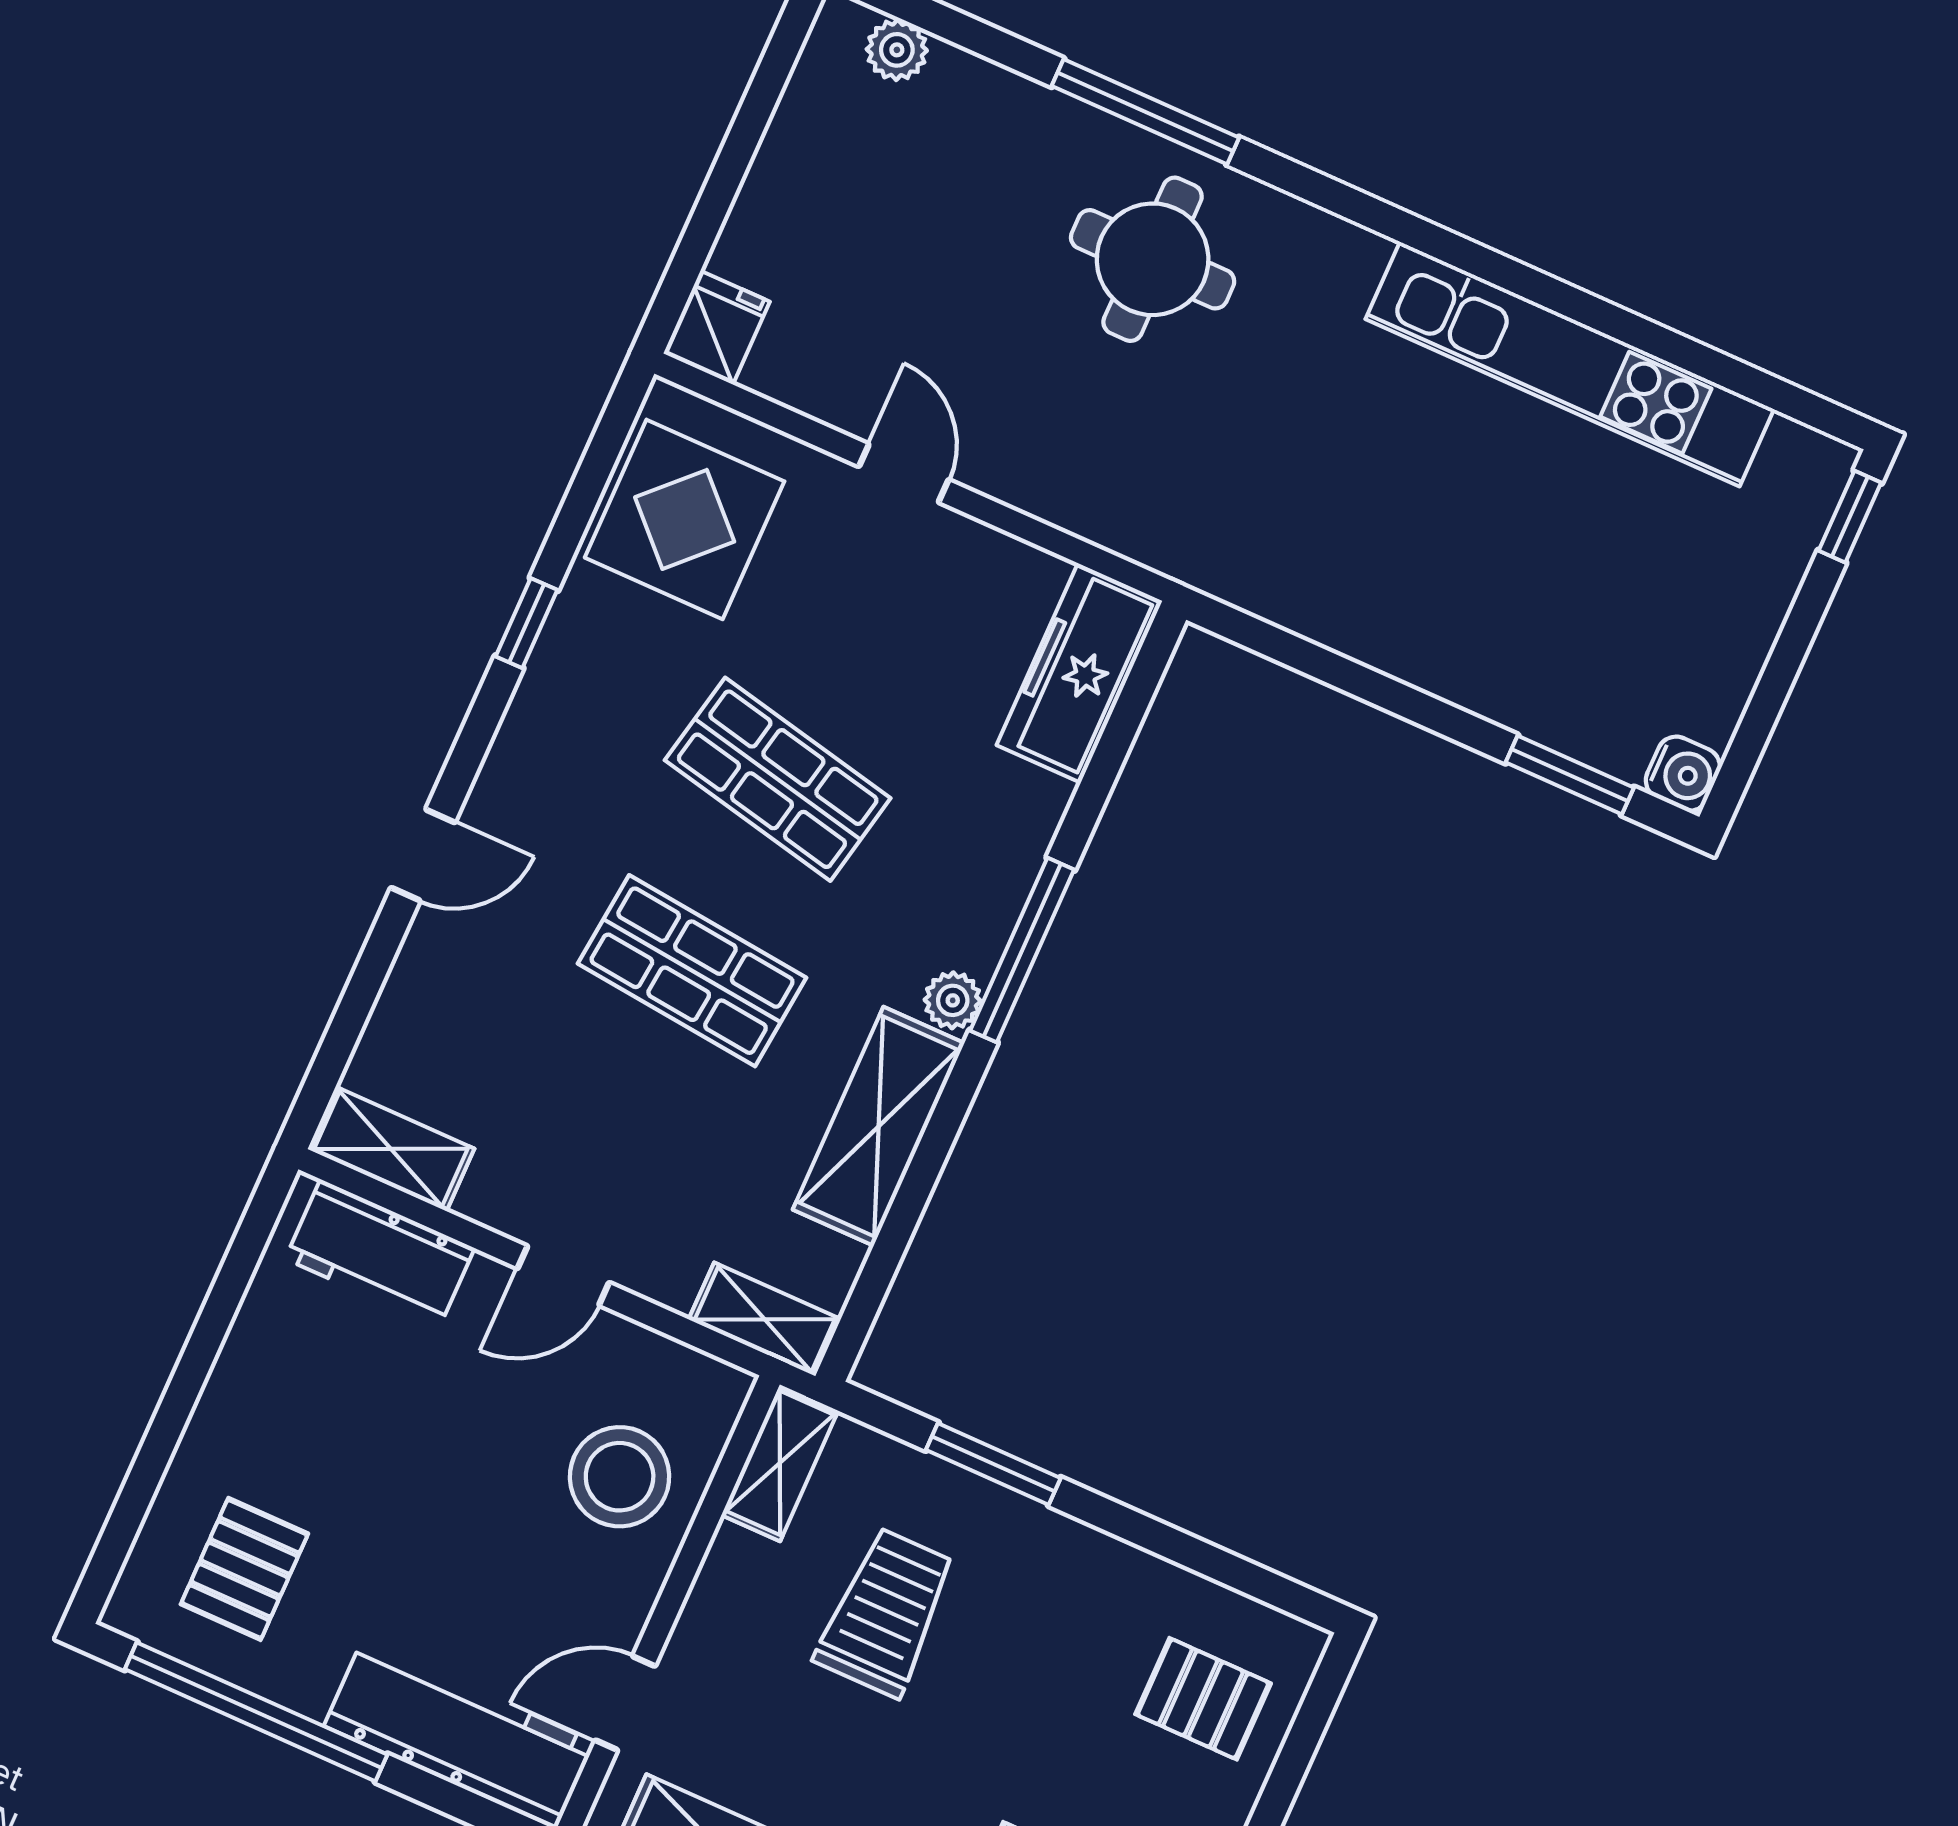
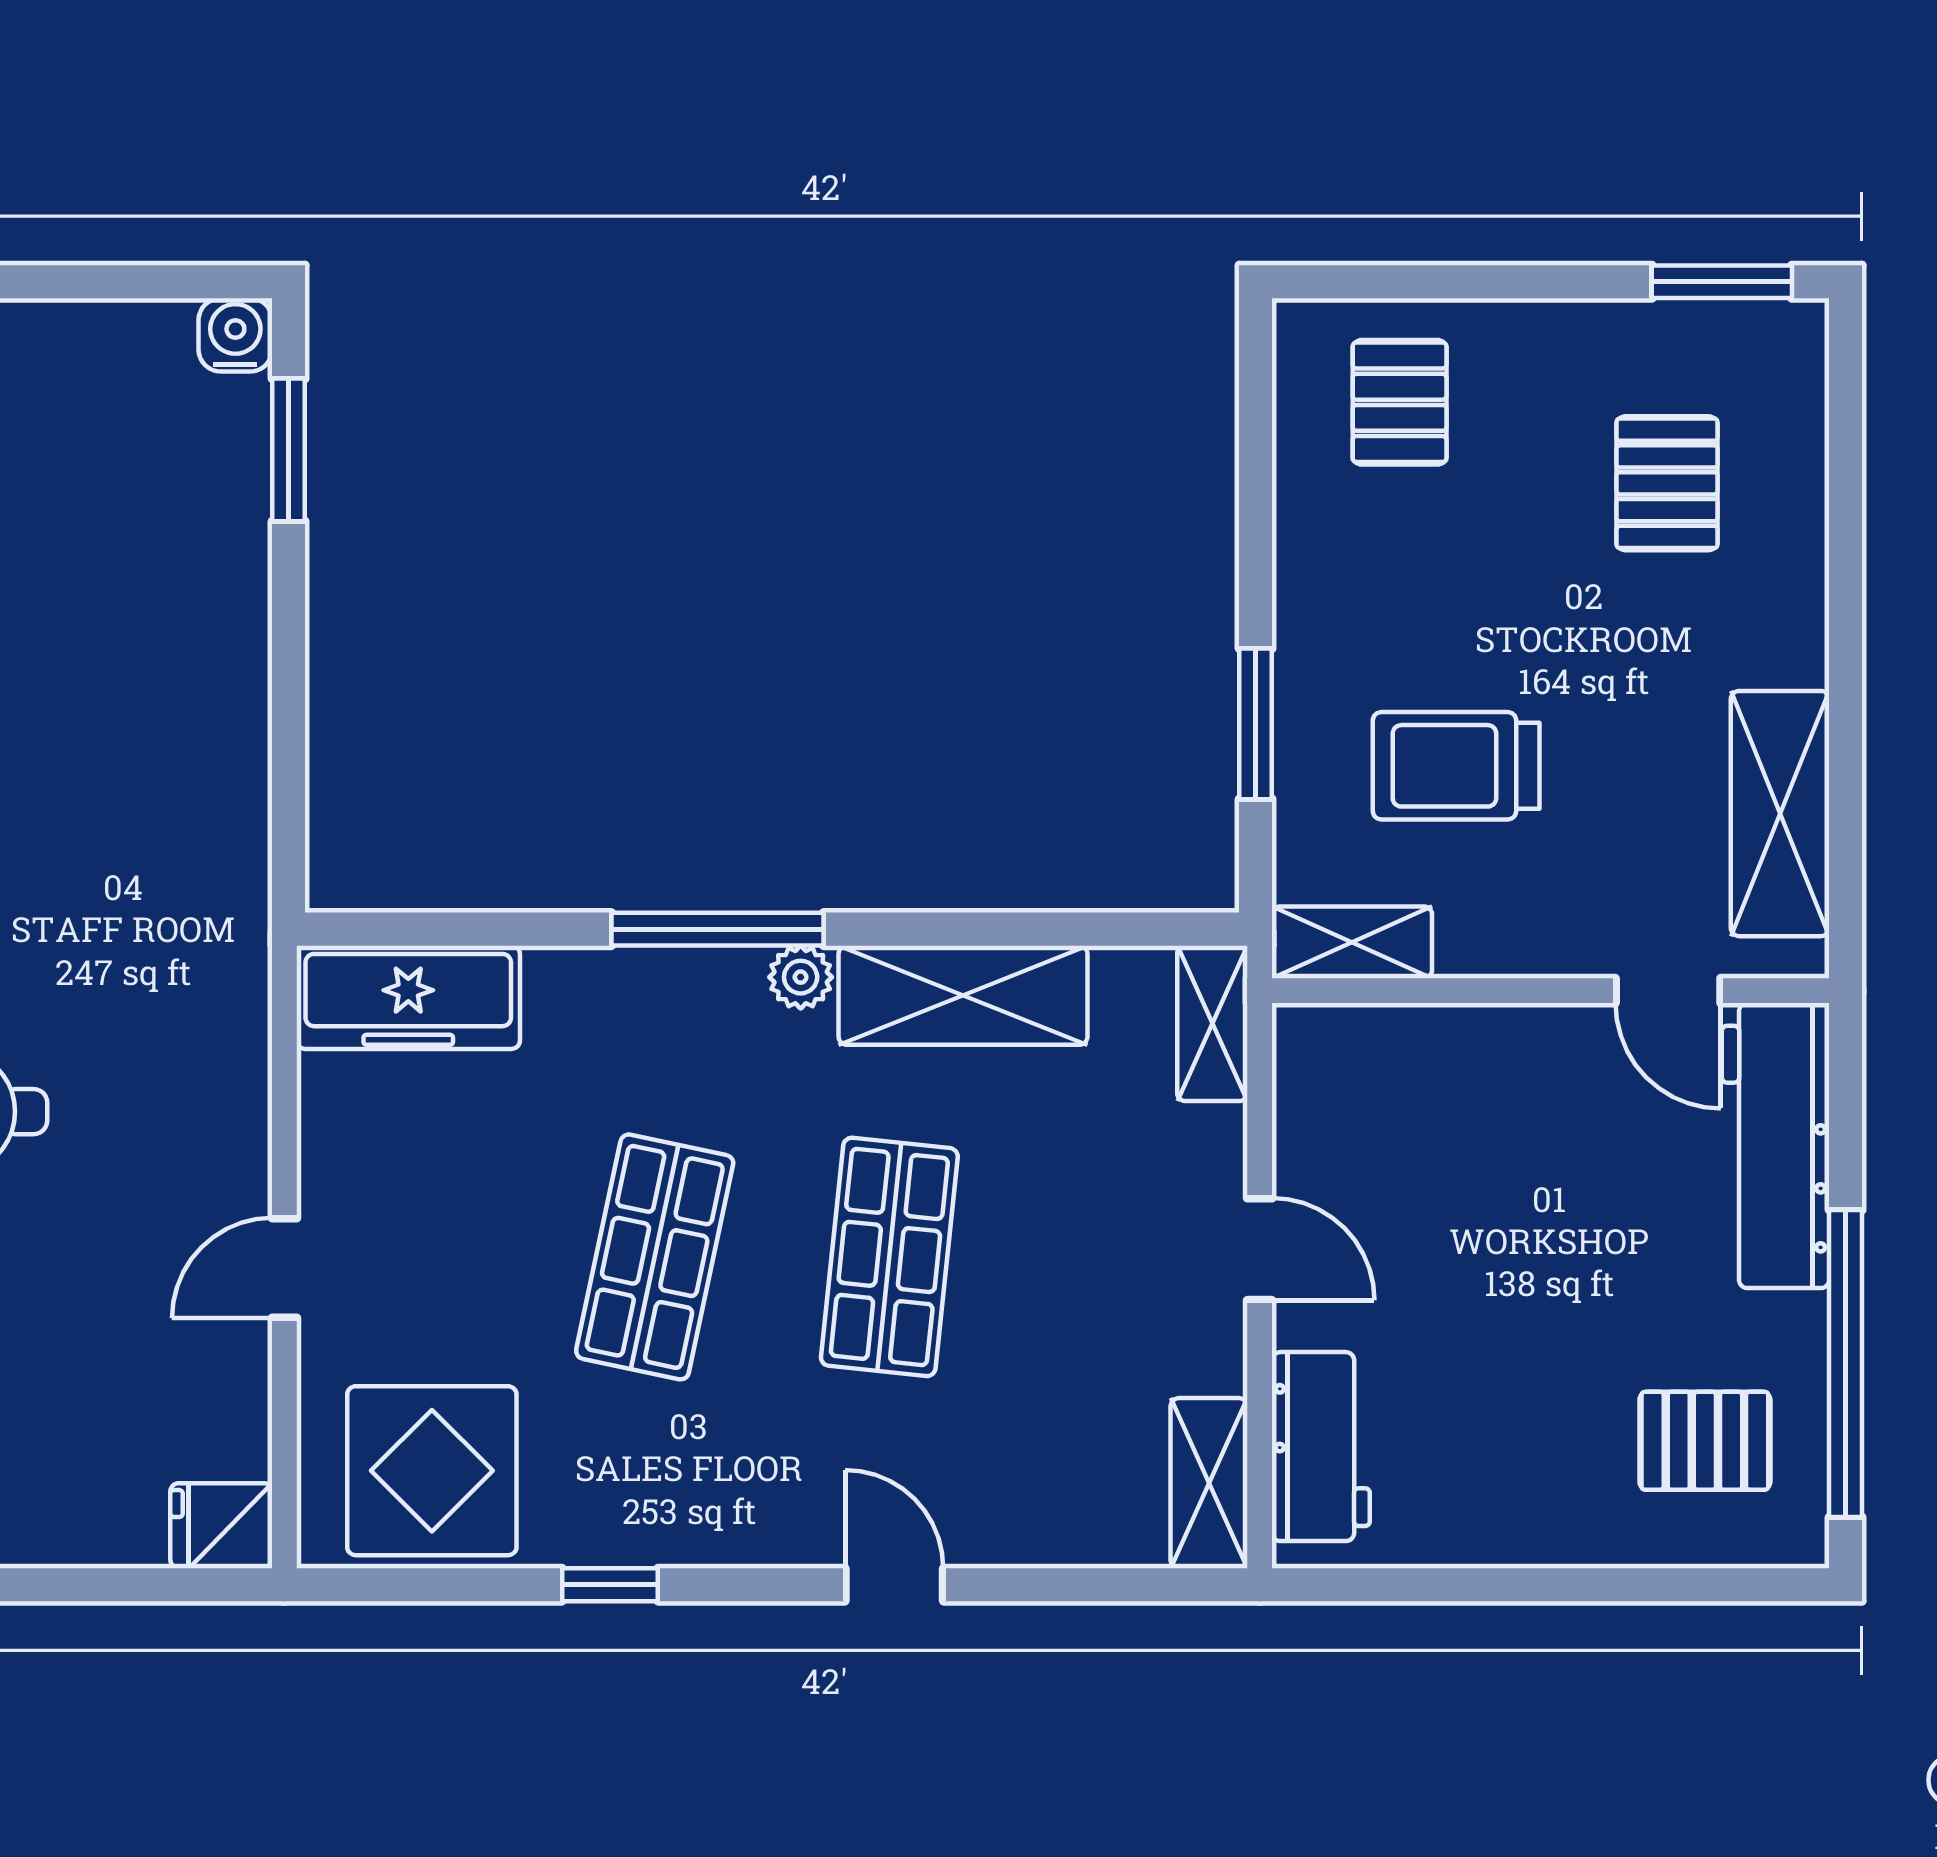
stool: (620, 1477) -> (1439, 1100), removed

